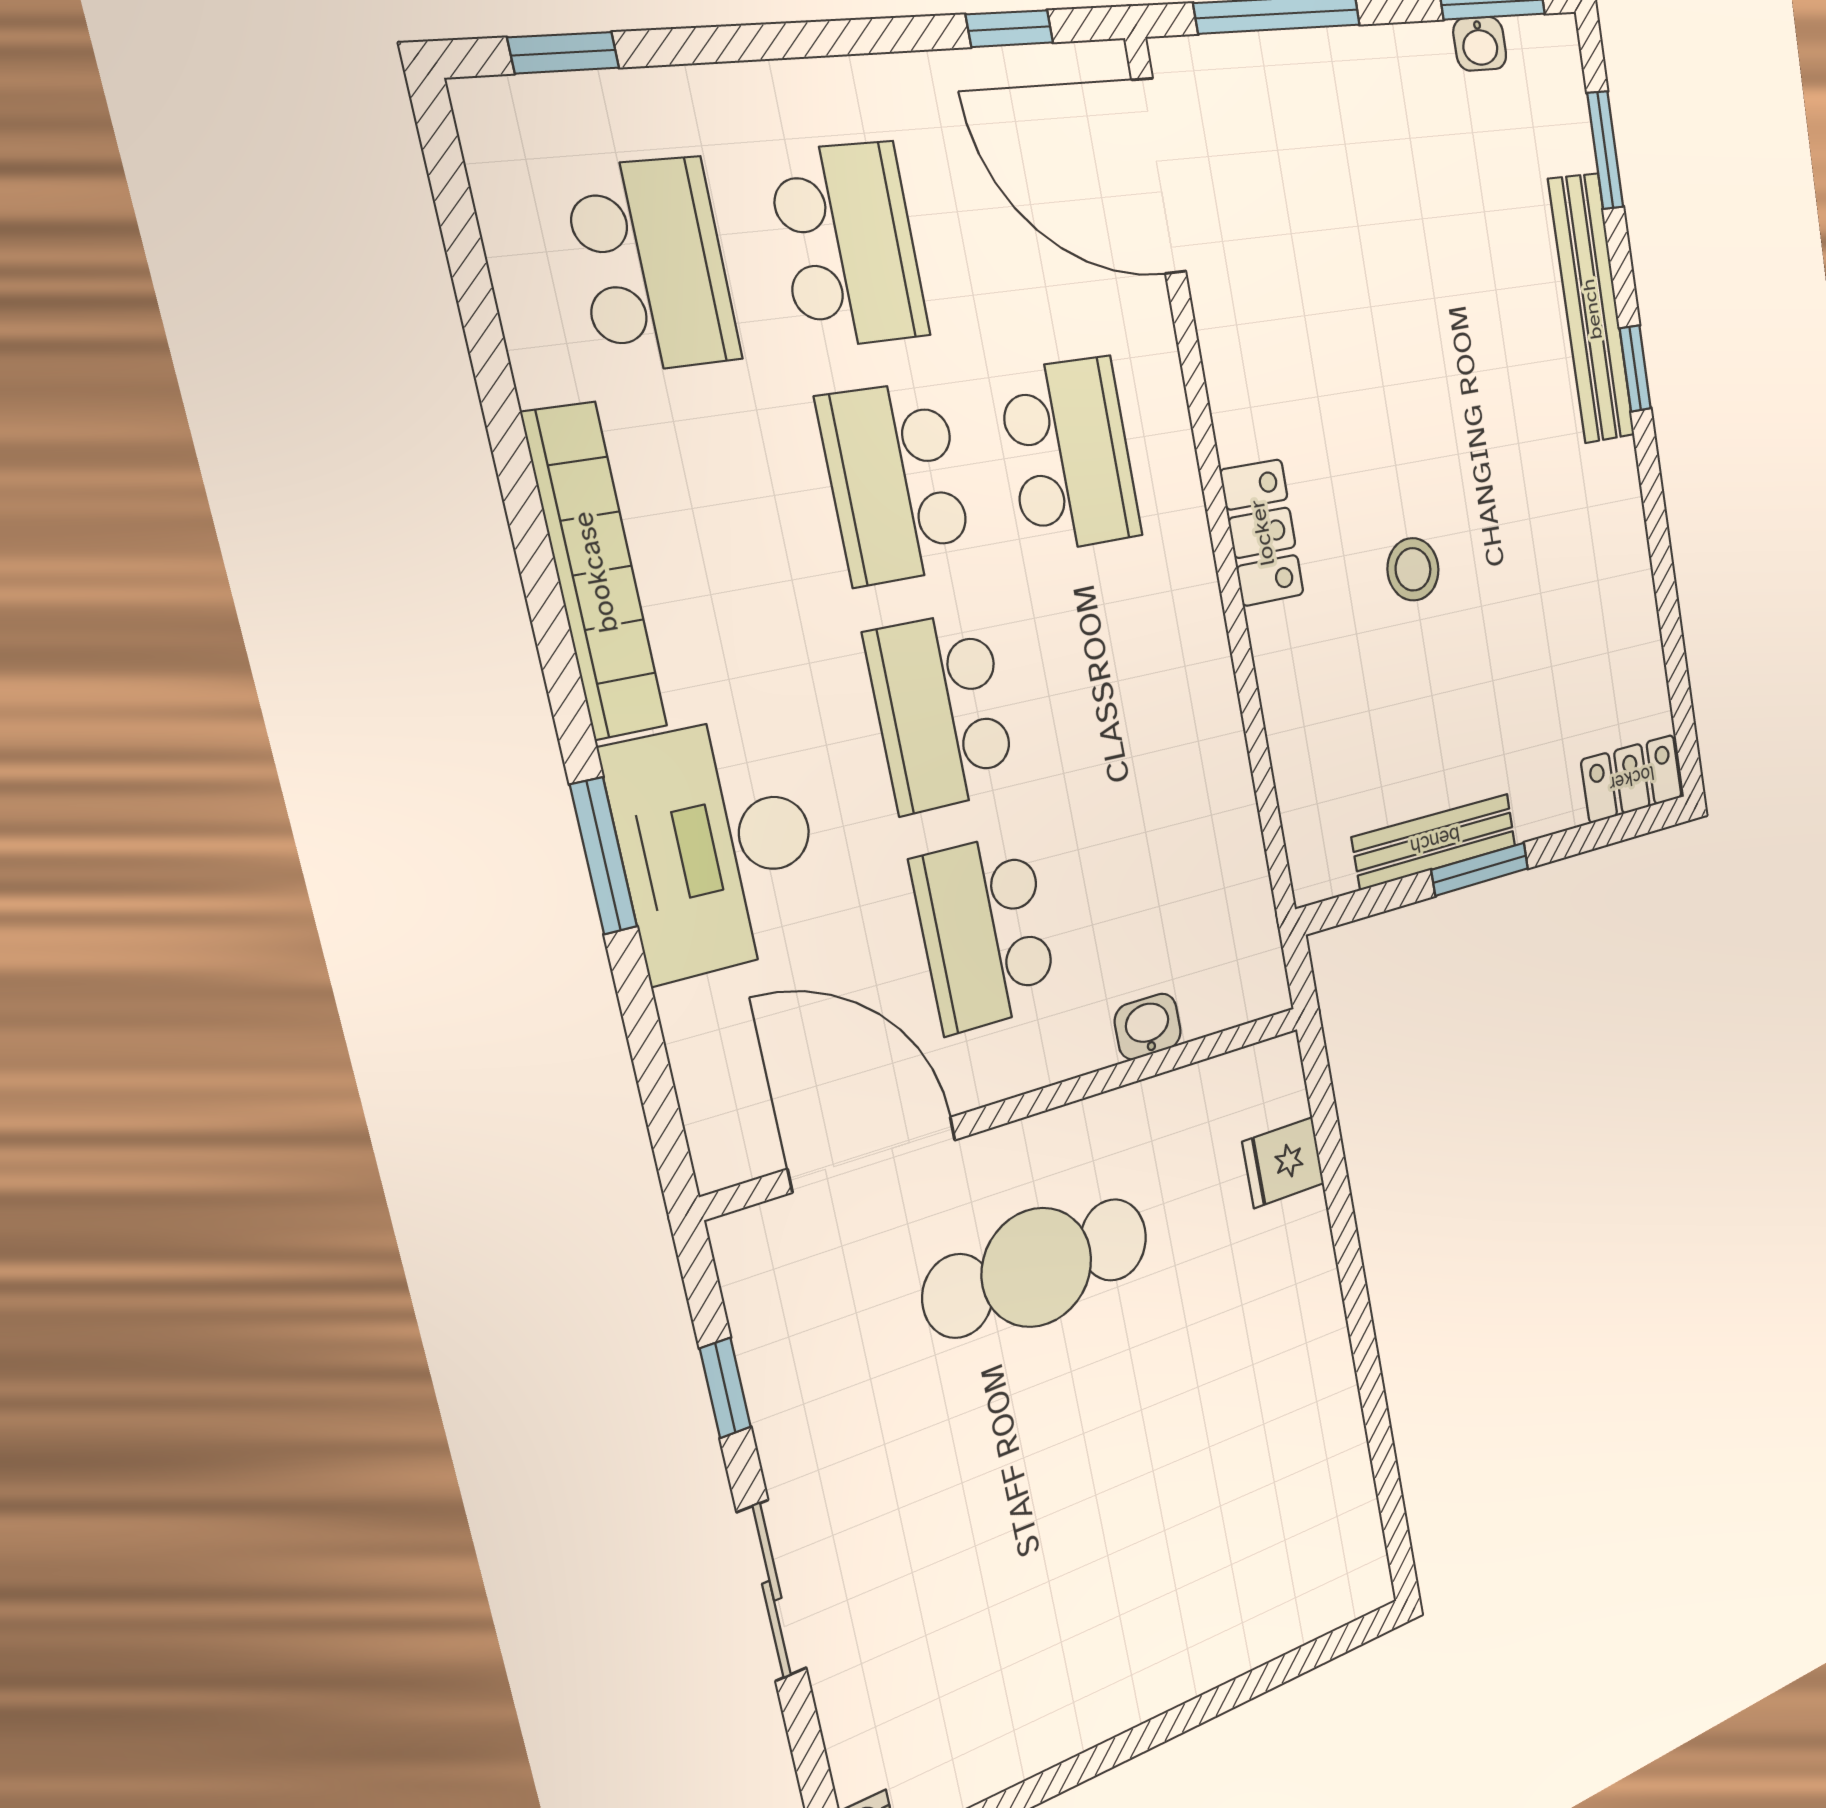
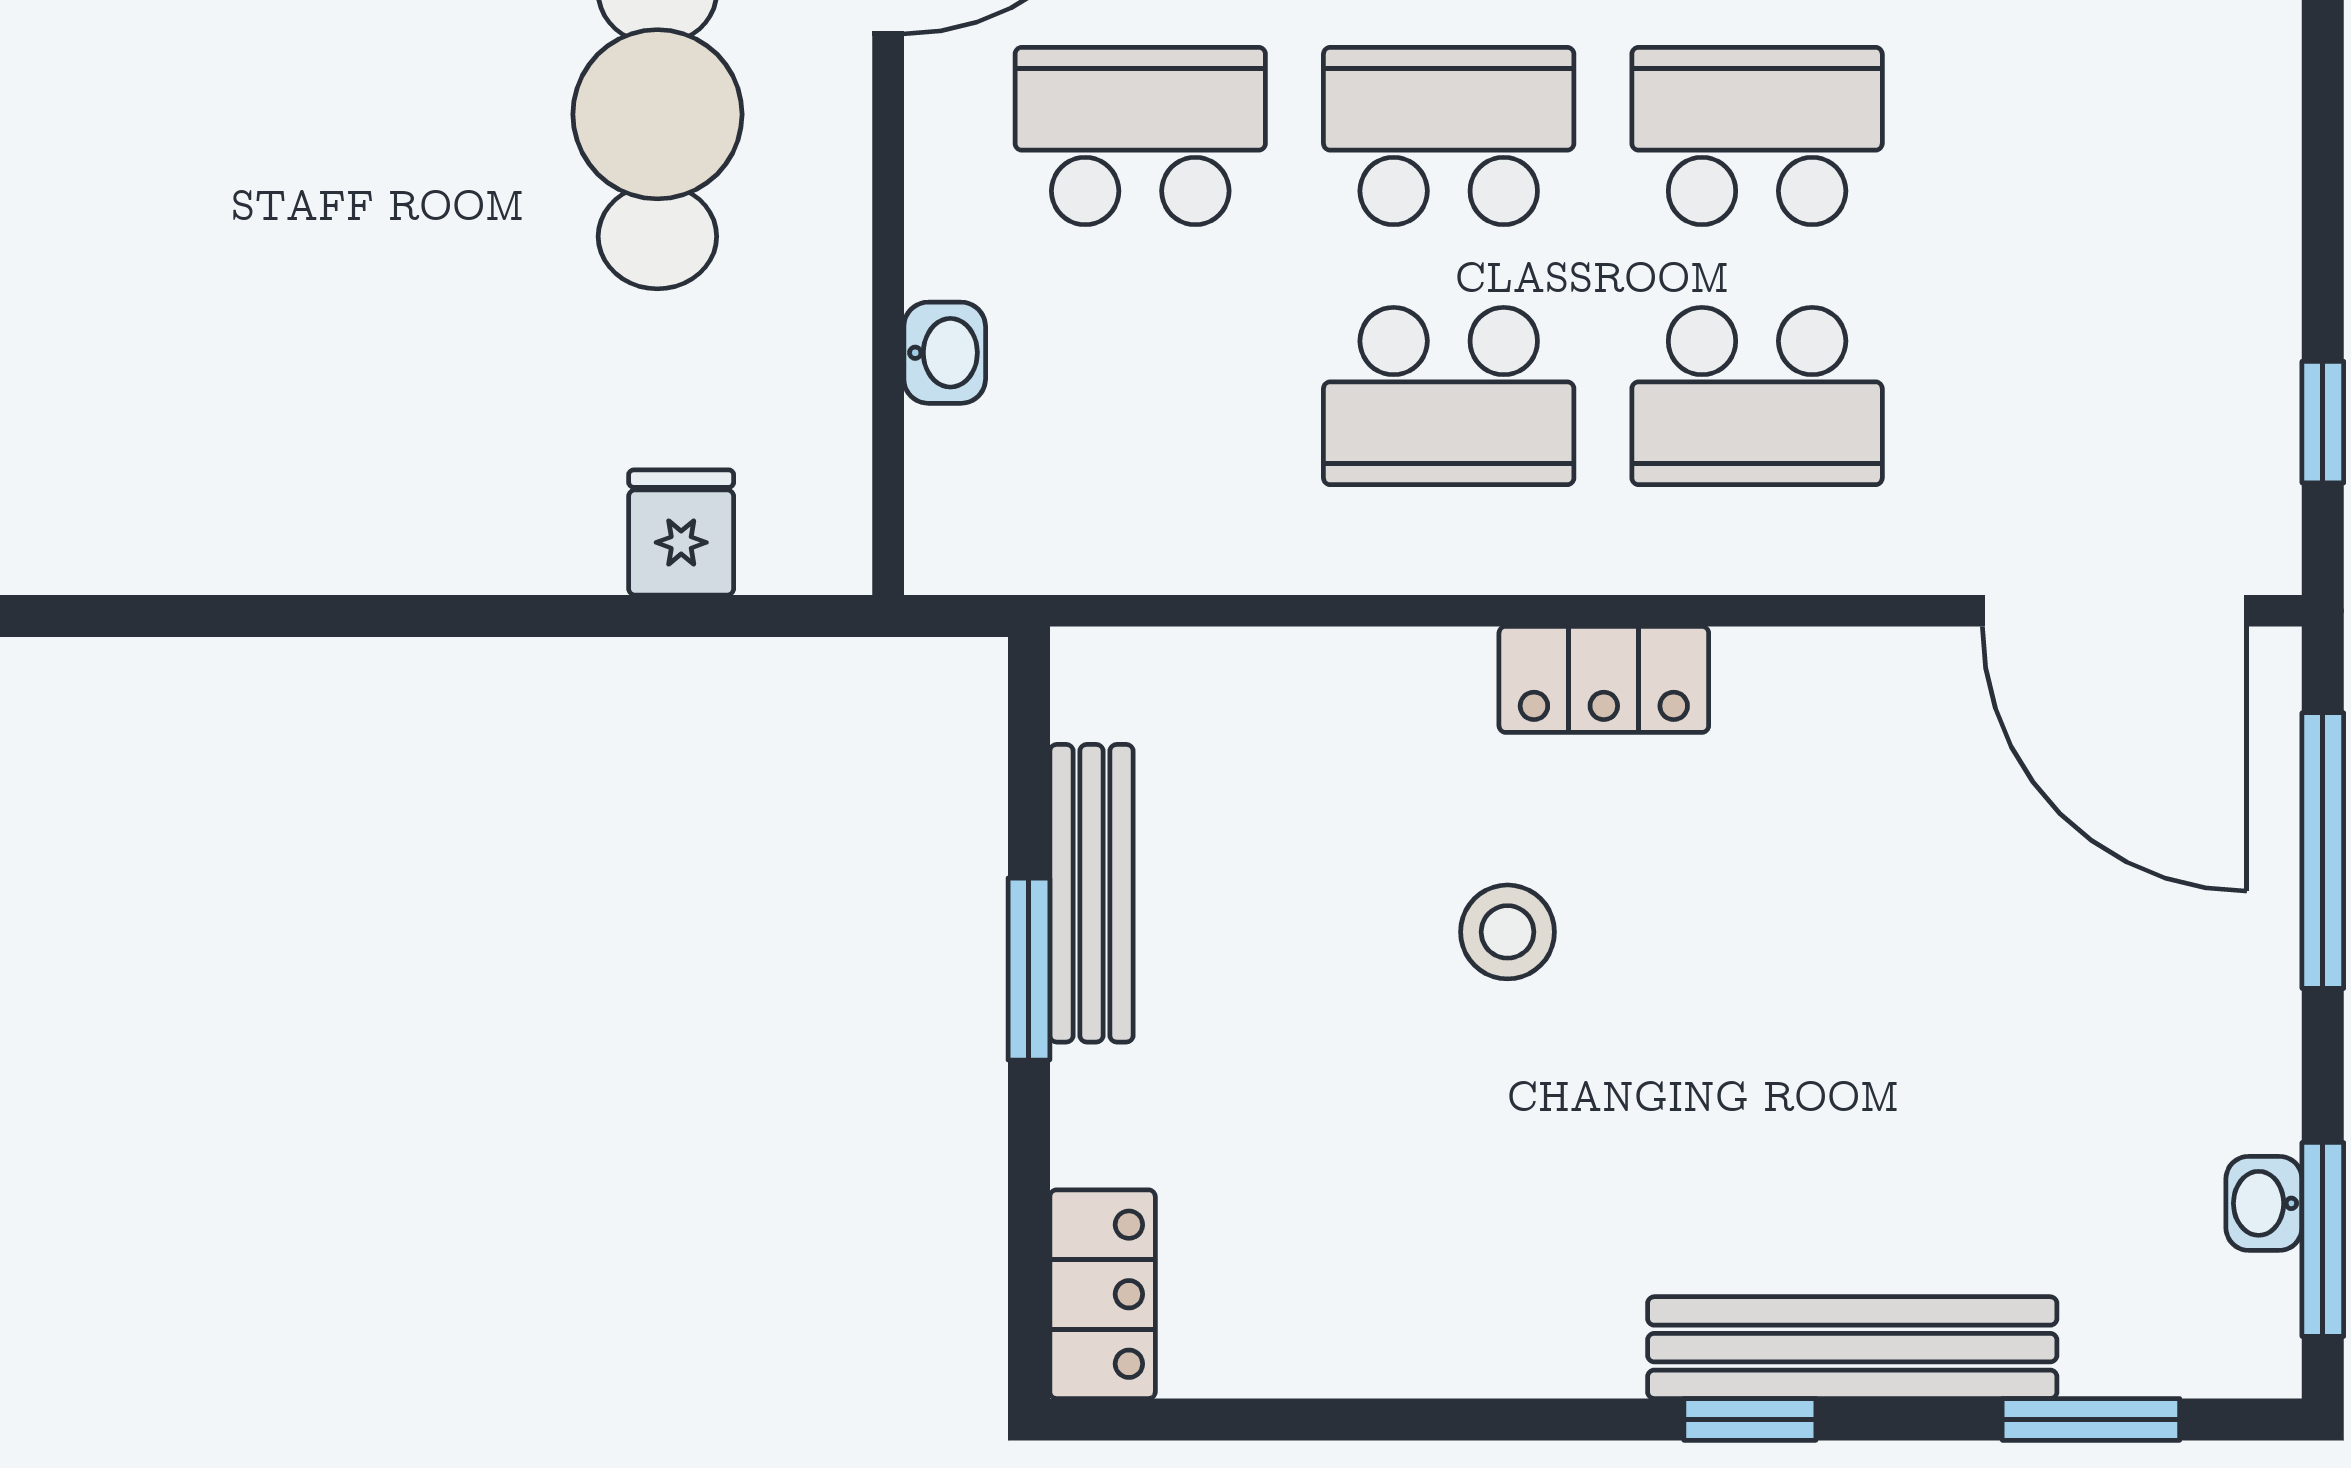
door: (1159, 176) -> (2115, 611), swing flipped
school desk: (849, 245) -> (1449, 396), moved

